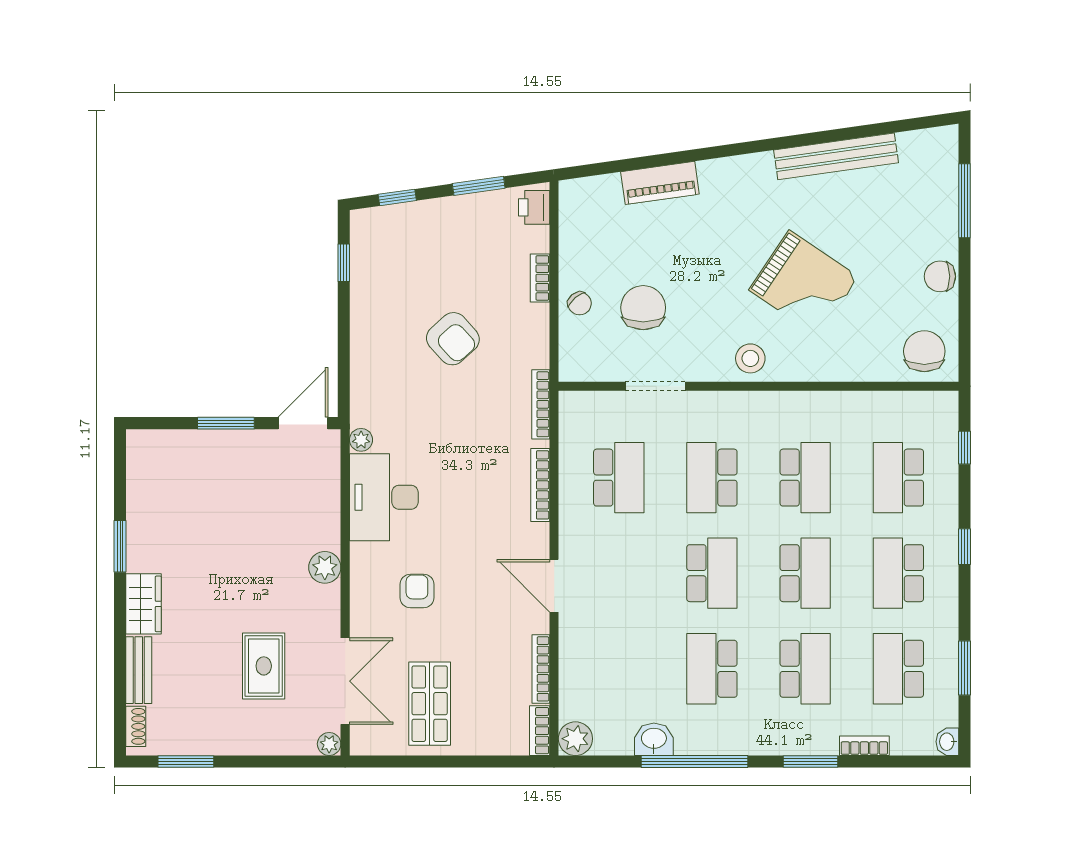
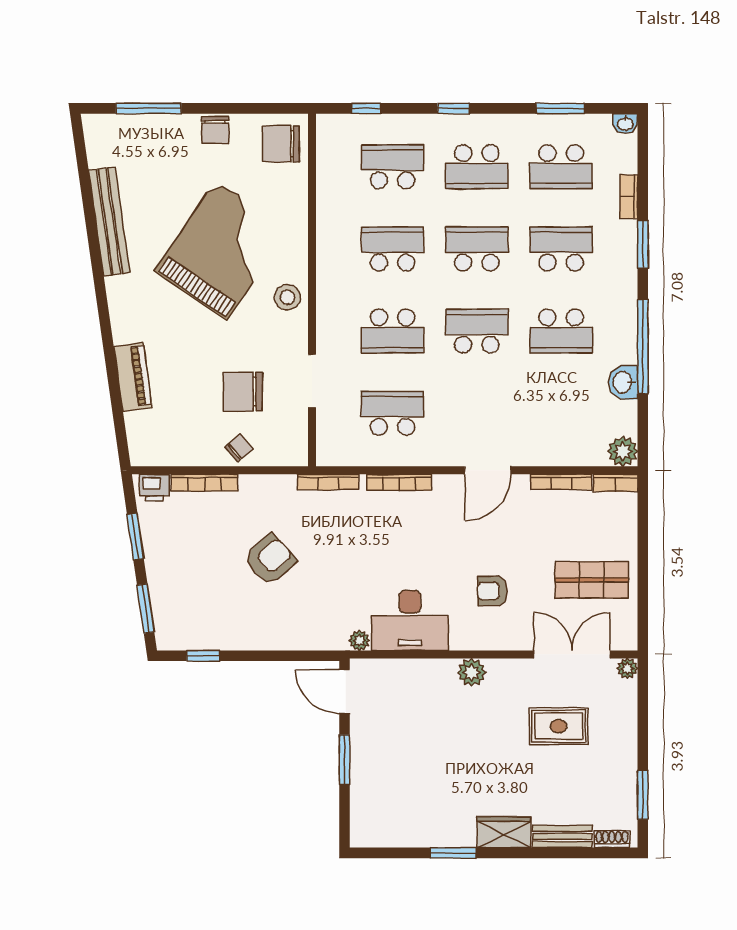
window: (397, 197) -> (146, 608), width x1.50
bookcase: (540, 278) -> (205, 483), width x1.56
grand piano: (804, 283) -> (221, 250), width x1.37, depth x1.48
school desk: (898, 478) -> (393, 167), turned 180

